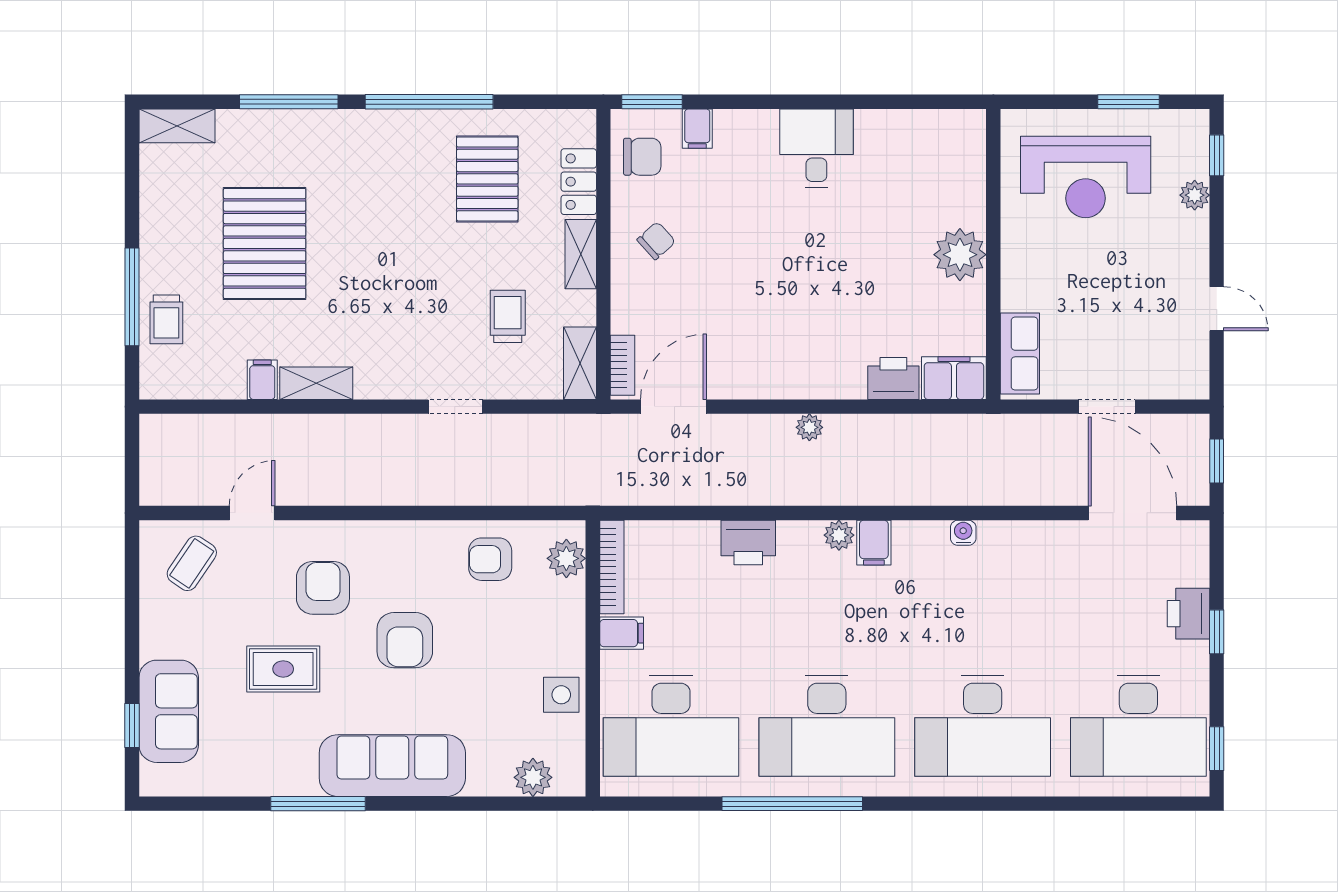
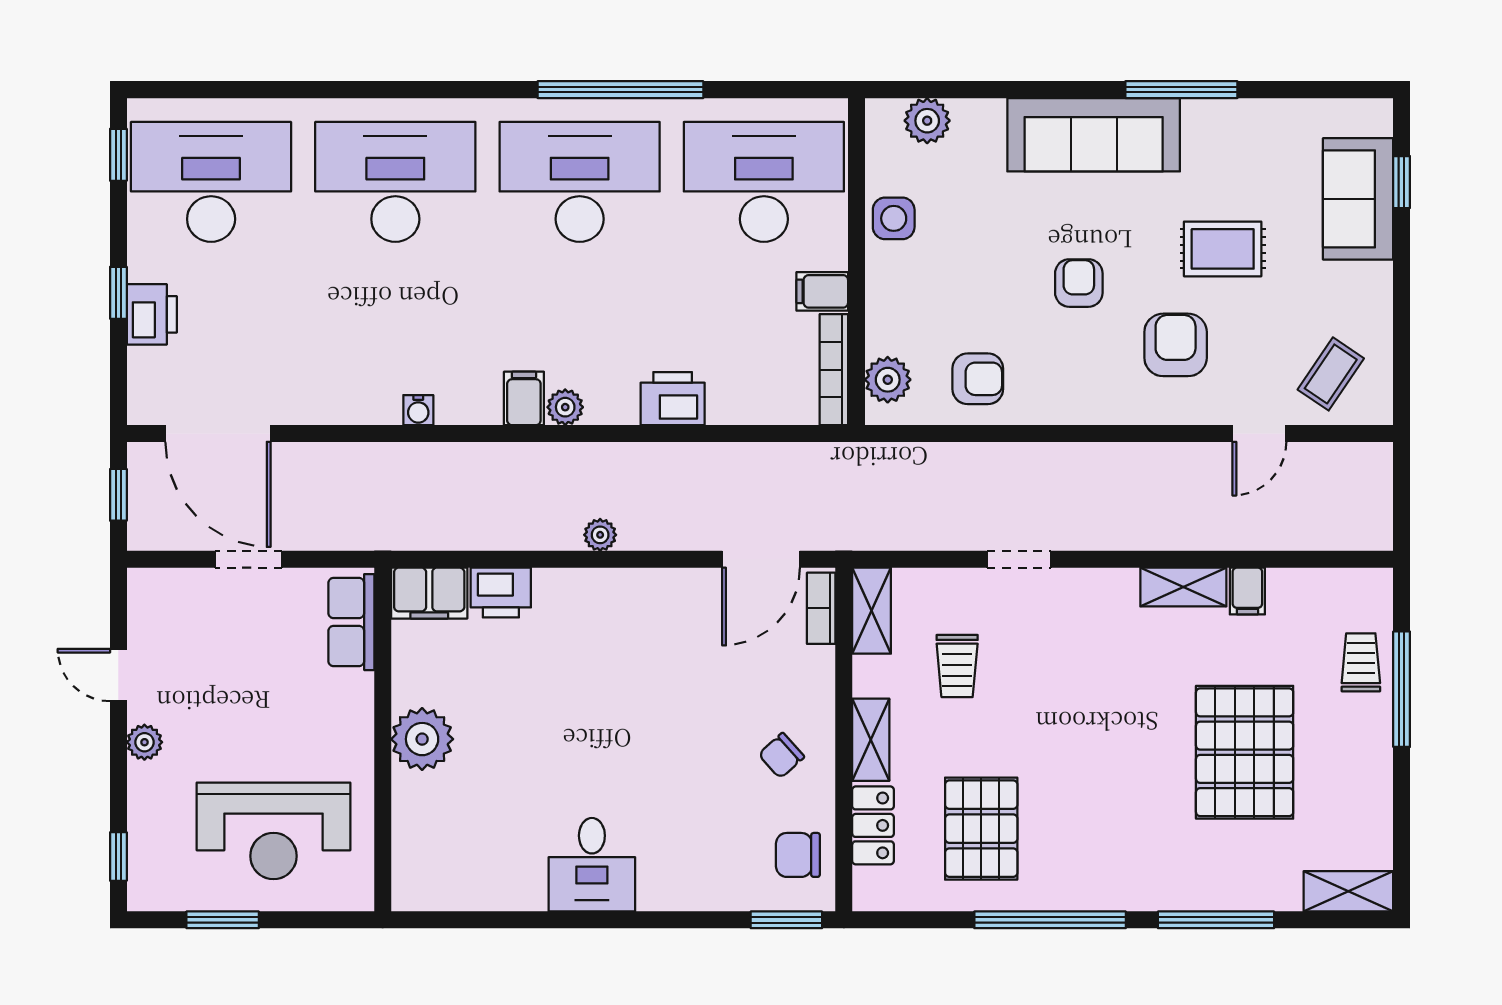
filing cabinet: (697, 129) -> (733, 888), removed
reception desk: (1086, 177) -> (273, 831), turned 180
plant: (1195, 195) -> (144, 742), moved
armchair: (323, 588) -> (1176, 345), turned 180
armchair: (405, 640) -> (1079, 283), width x0.72, depth x0.72

